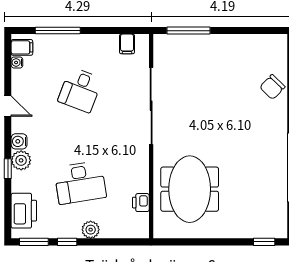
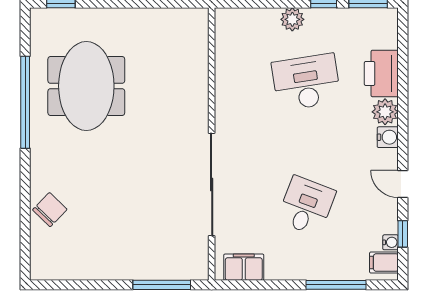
filing cabinet: (127, 44) -> (244, 267), width x2.00
window: (8, 169) -> (403, 234), moved
meeting table: (190, 189) -> (86, 86), moved
printer: (141, 203) -> (225, 55), removed
printer: (24, 211) -> (381, 73), moved

